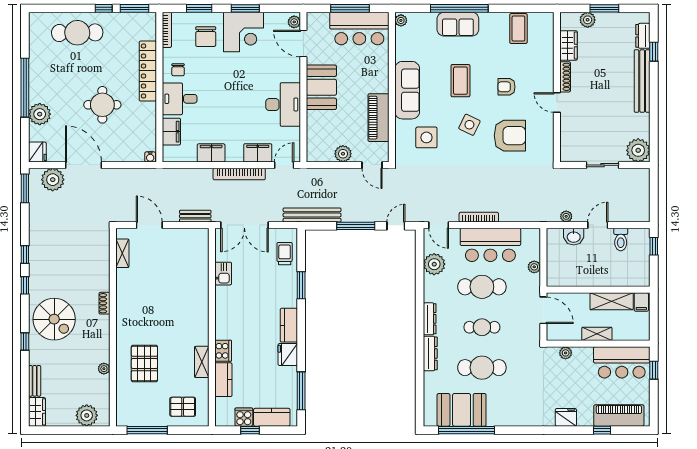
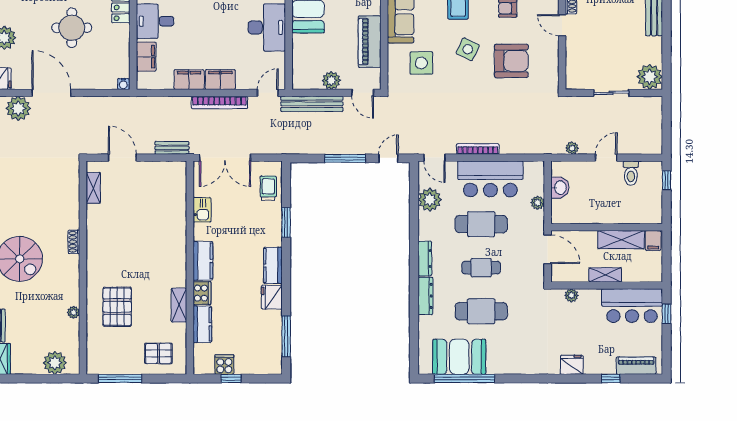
filing cabinet: (258, 153) -> (220, 80), moved
bench: (312, 215) -> (312, 104), moved
washbasin: (574, 237) -> (560, 188), moved, turned -90
piano: (619, 415) -> (636, 366), width x0.73, depth x0.75
kitchen counter: (272, 417) -> (203, 261), moved, turned 90

